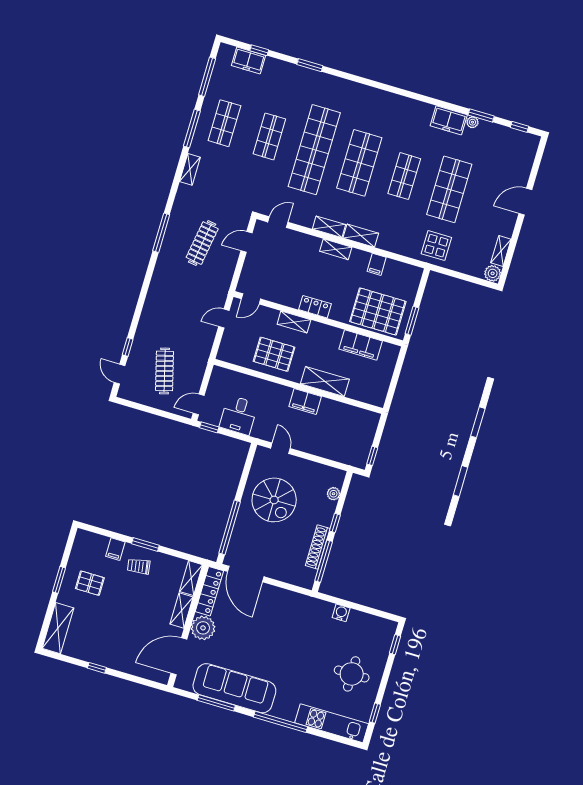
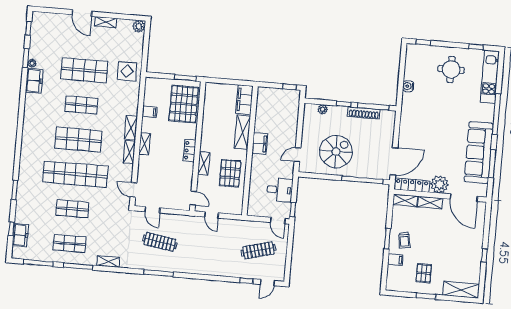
shelving: (501, 251) -> (106, 22), moved
filing cabinet: (361, 345) -> (244, 100), moved, turned 180

